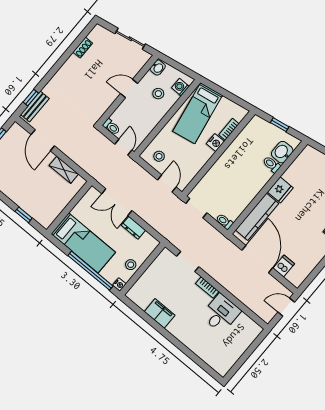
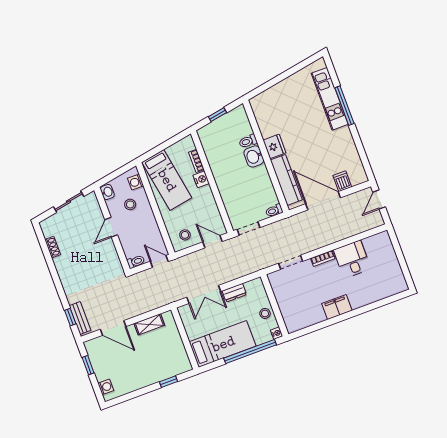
washbasin: (282, 152) -> (254, 156), moved
filing cabinet: (160, 313) -> (337, 307), moved

